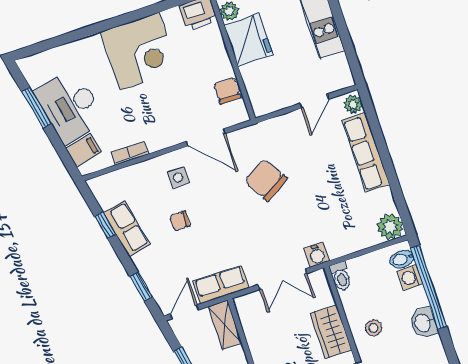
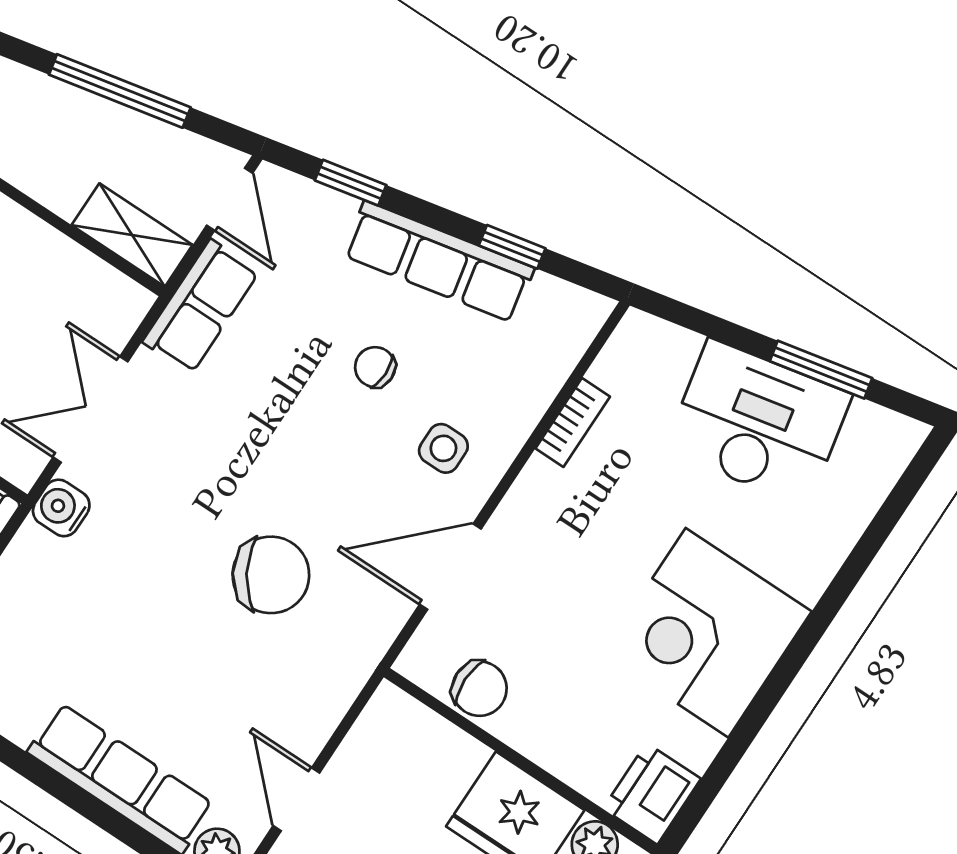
filing cabinet: (83, 150) -> (666, 358), removed
chair: (180, 221) -> (375, 367), turned -90
row of seats: (126, 228) -> (439, 262), width x1.48

